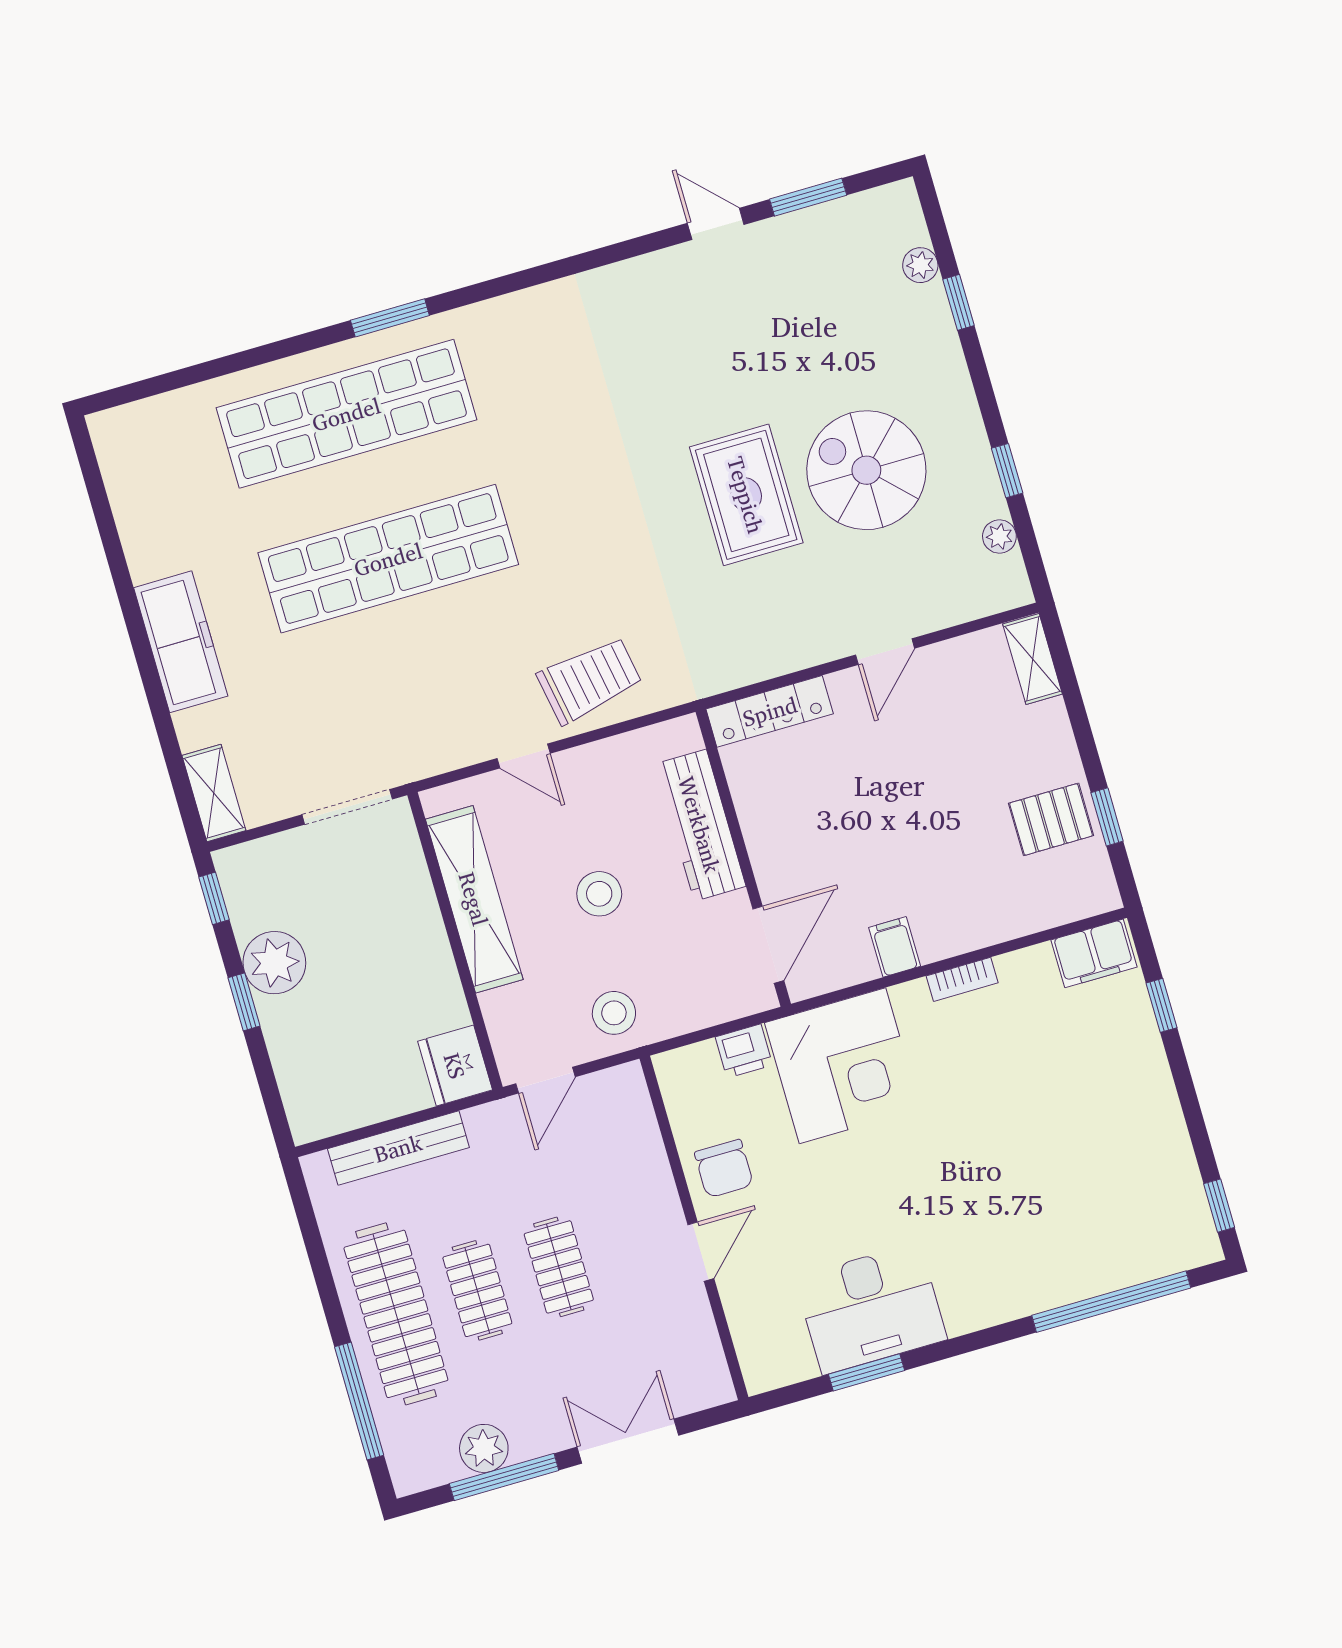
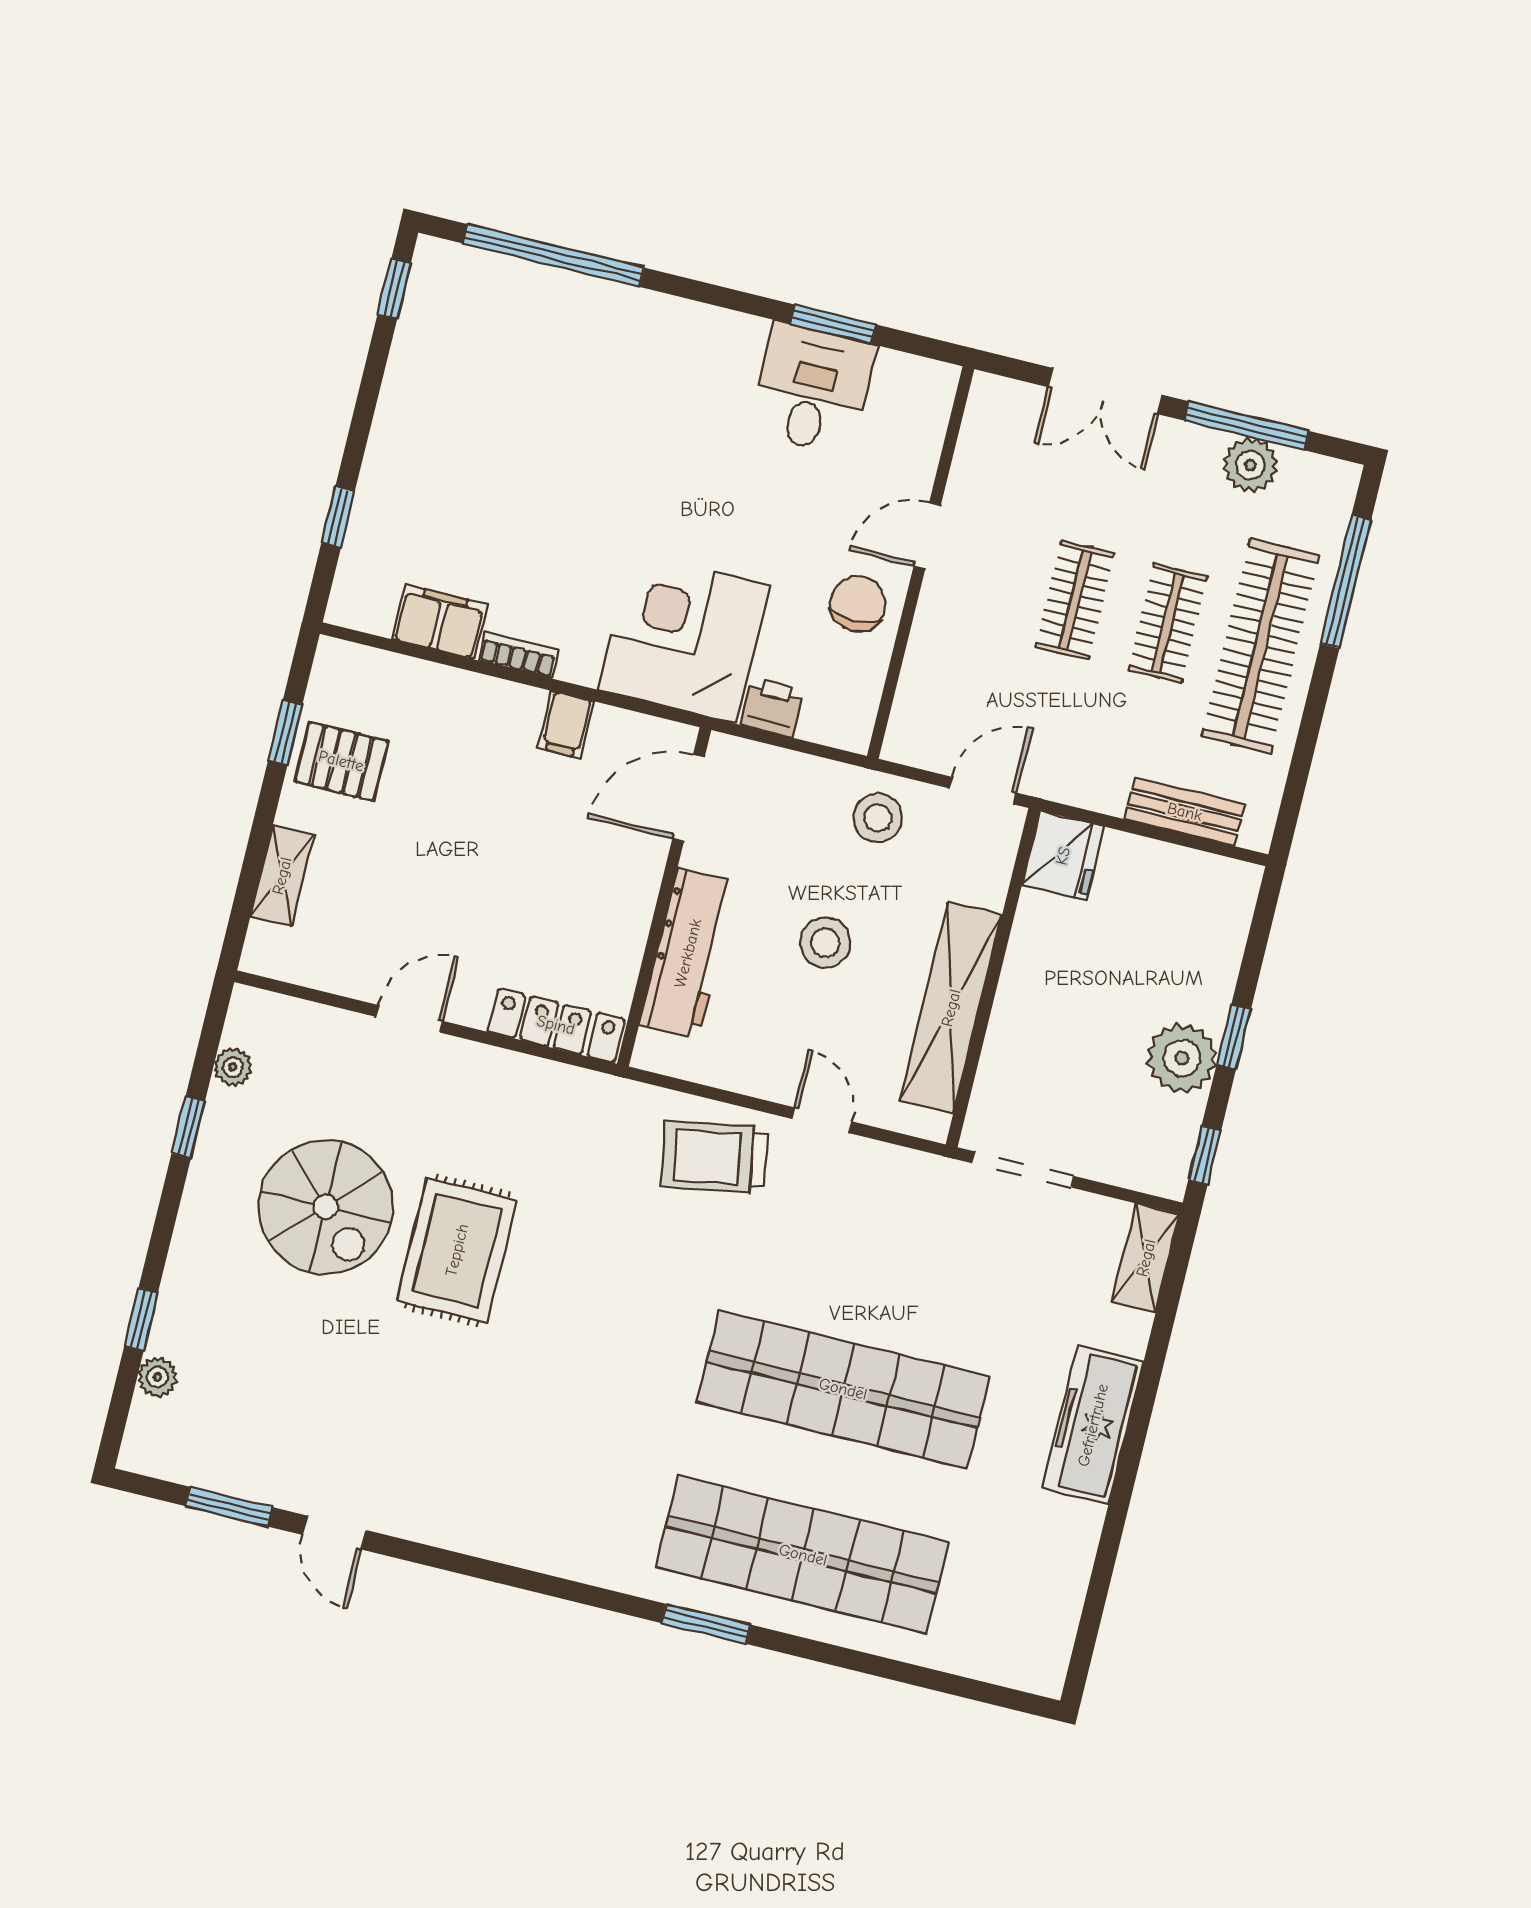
shelving: (1033, 659) -> (282, 876), moved
filing cabinet: (1094, 953) -> (440, 622), moved
bench: (398, 1148) -> (1185, 812), width x0.73
desk: (871, 1308) -> (812, 389), width x0.73

